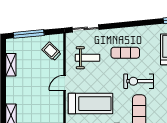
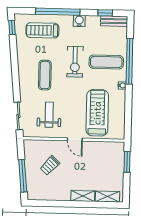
trolley: (51, 51) -> (50, 165), moved
shelving: (11, 65) -> (83, 196), moved

